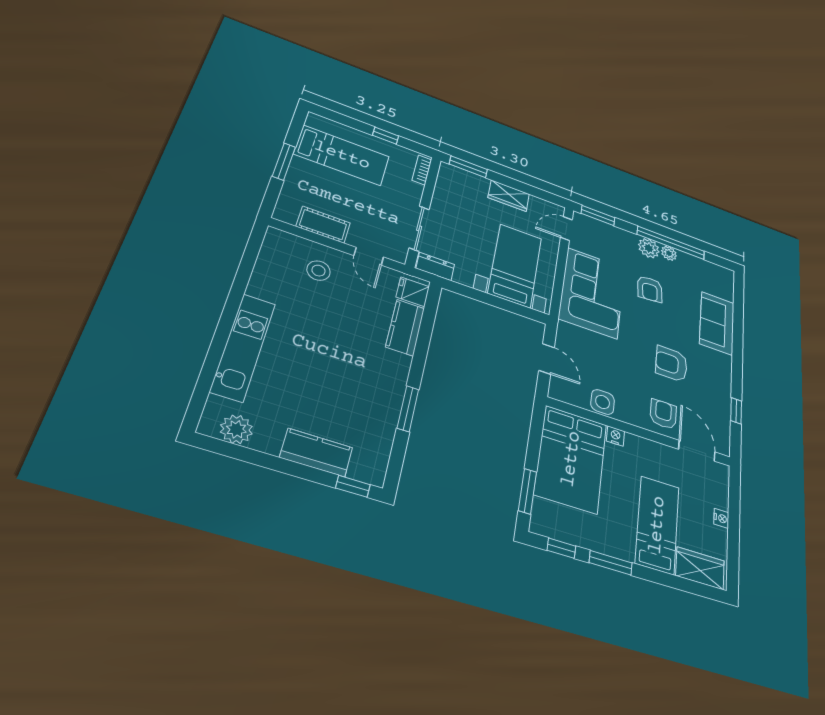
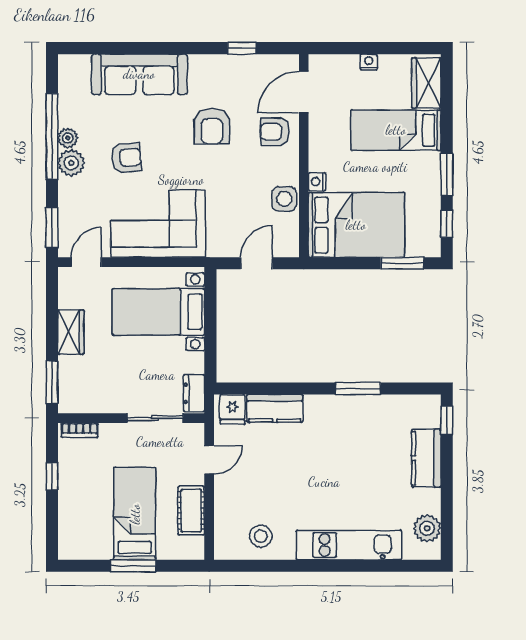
bed: (342, 155) -> (135, 514), moved
door: (566, 229) -> (86, 262), swing flipped
stool: (319, 271) -> (261, 536), moved
sofa: (717, 323) -> (139, 74), width x1.36

